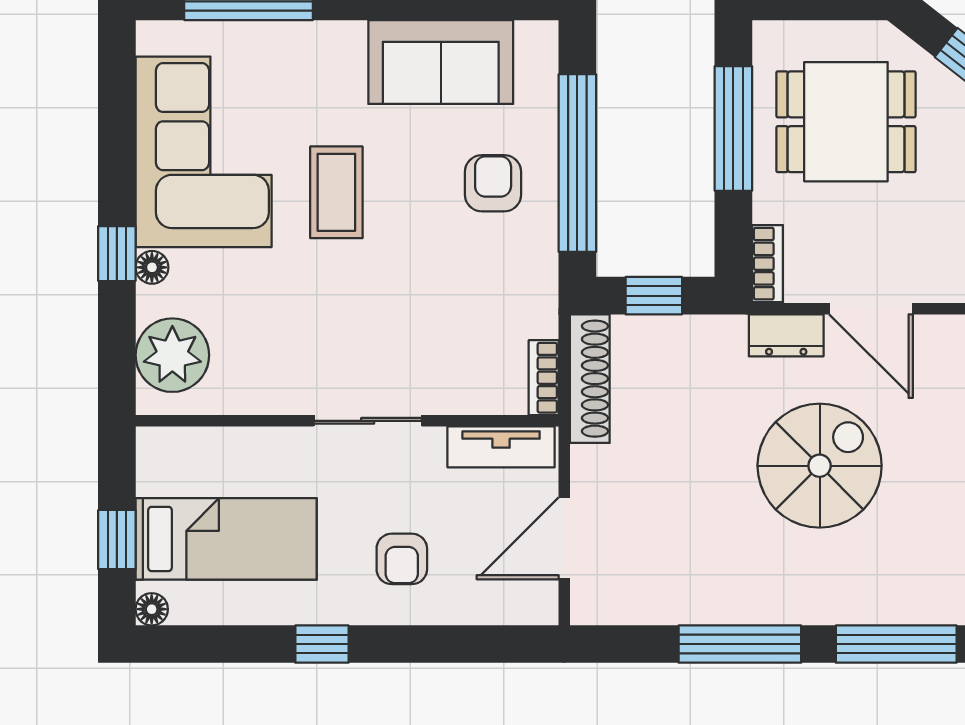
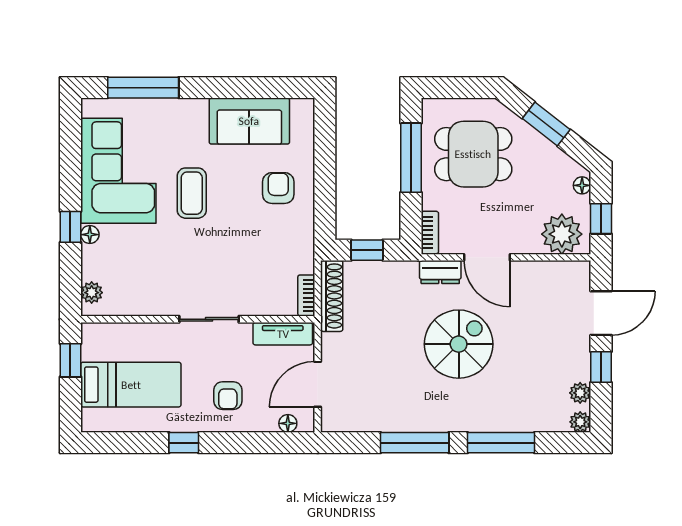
window: (577, 163) -> (325, 177), removed
plant: (172, 355) -> (92, 293), width x0.53, depth x0.53
window: (117, 540) -> (70, 360), moved
floor lamp: (152, 609) -> (288, 423), moved

